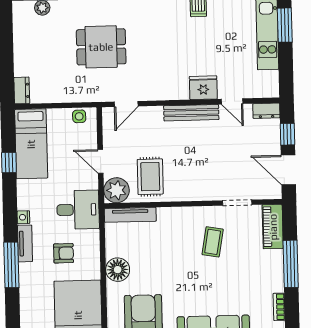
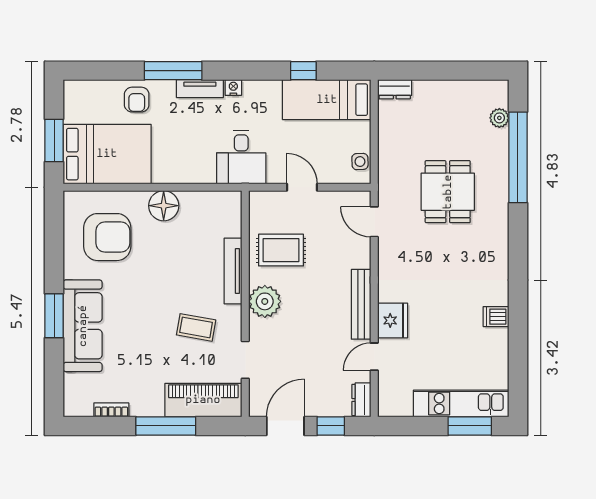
door: (100, 161) -> (302, 187), hinge flipped
plant: (116, 190) -> (265, 301), moved
tv unit: (130, 215) -> (233, 271), moved
piano: (273, 227) -> (203, 400), width x1.37, depth x1.33
armchair: (64, 253) -> (137, 100), moved

